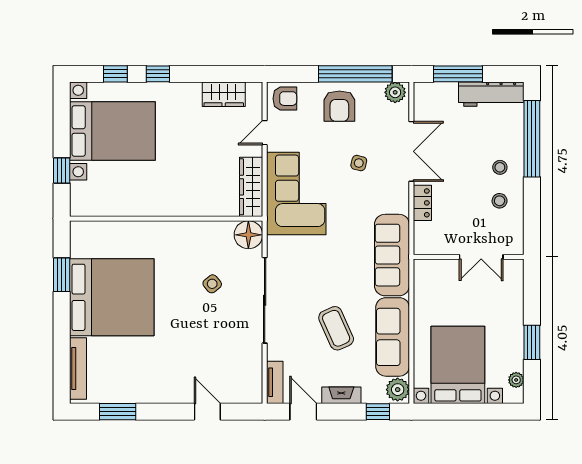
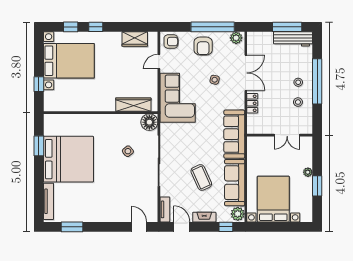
window: (458, 74) -> (287, 27), moved
window: (532, 139) -> (317, 81), moved
wardrobe: (251, 187) -> (133, 105), moved, turned 90
plant: (516, 380) -> (308, 172), moved
door: (207, 412) -> (139, 227), moved

